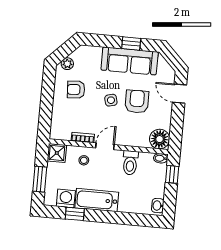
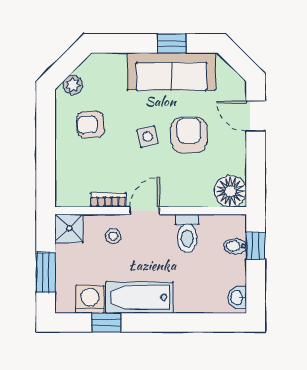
bidet: (161, 158) -> (235, 246), moved

